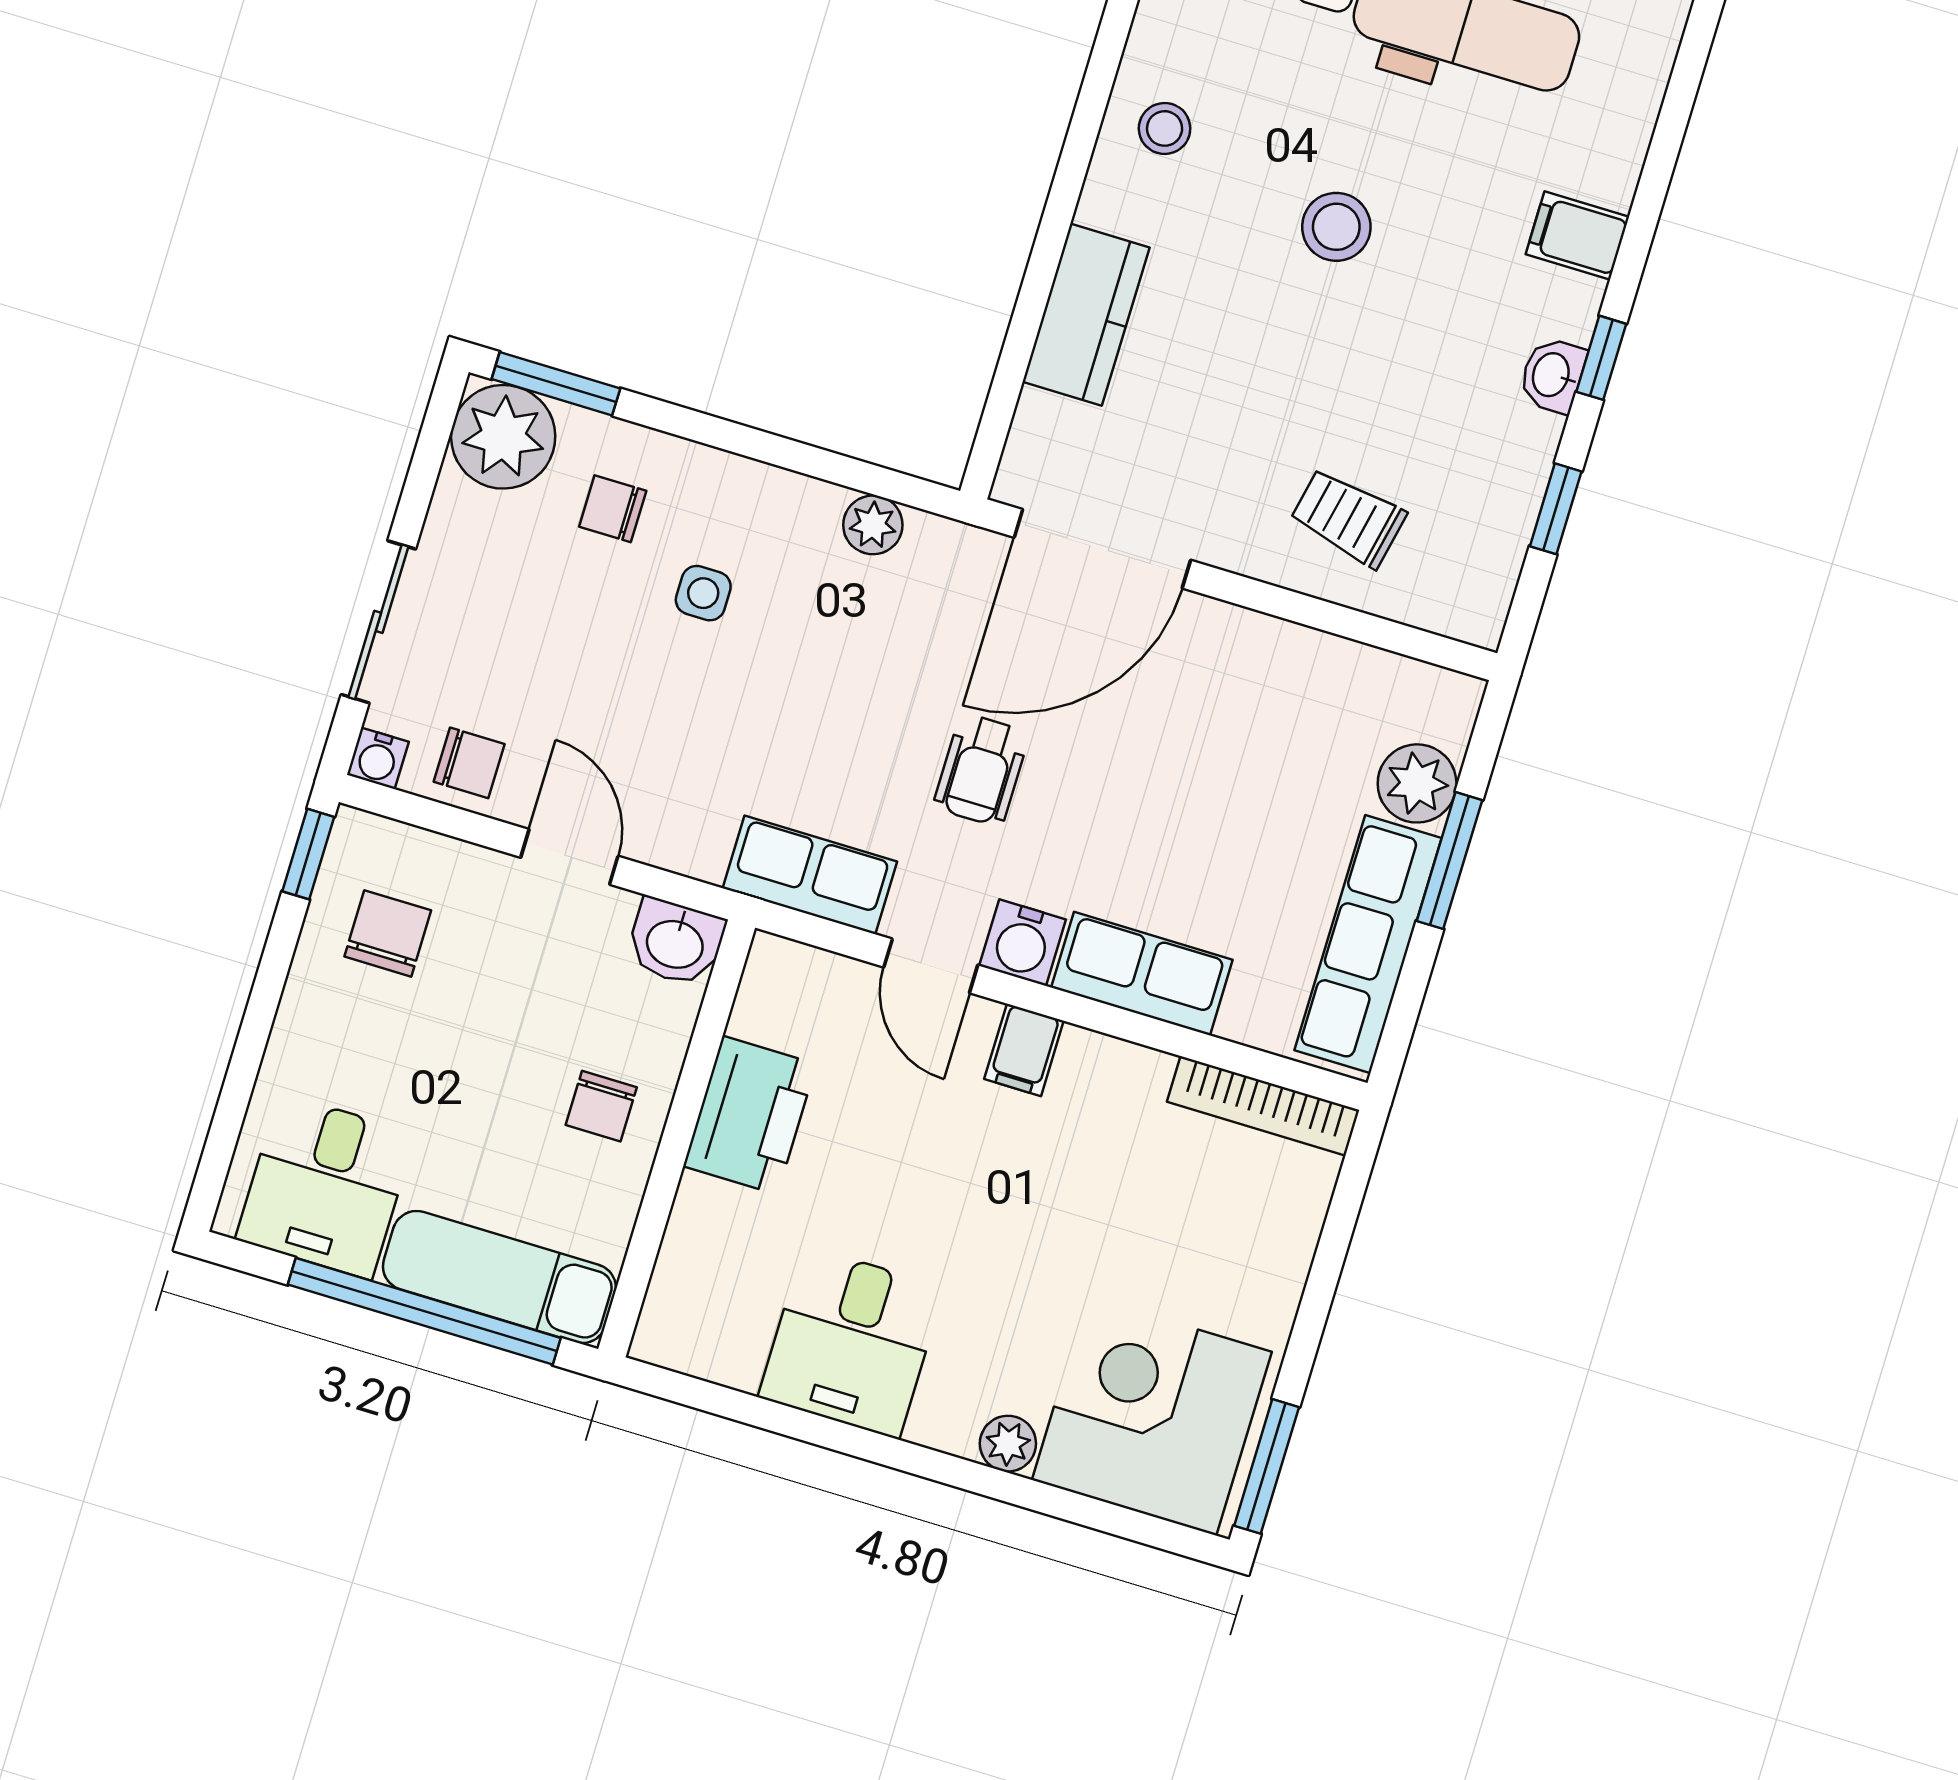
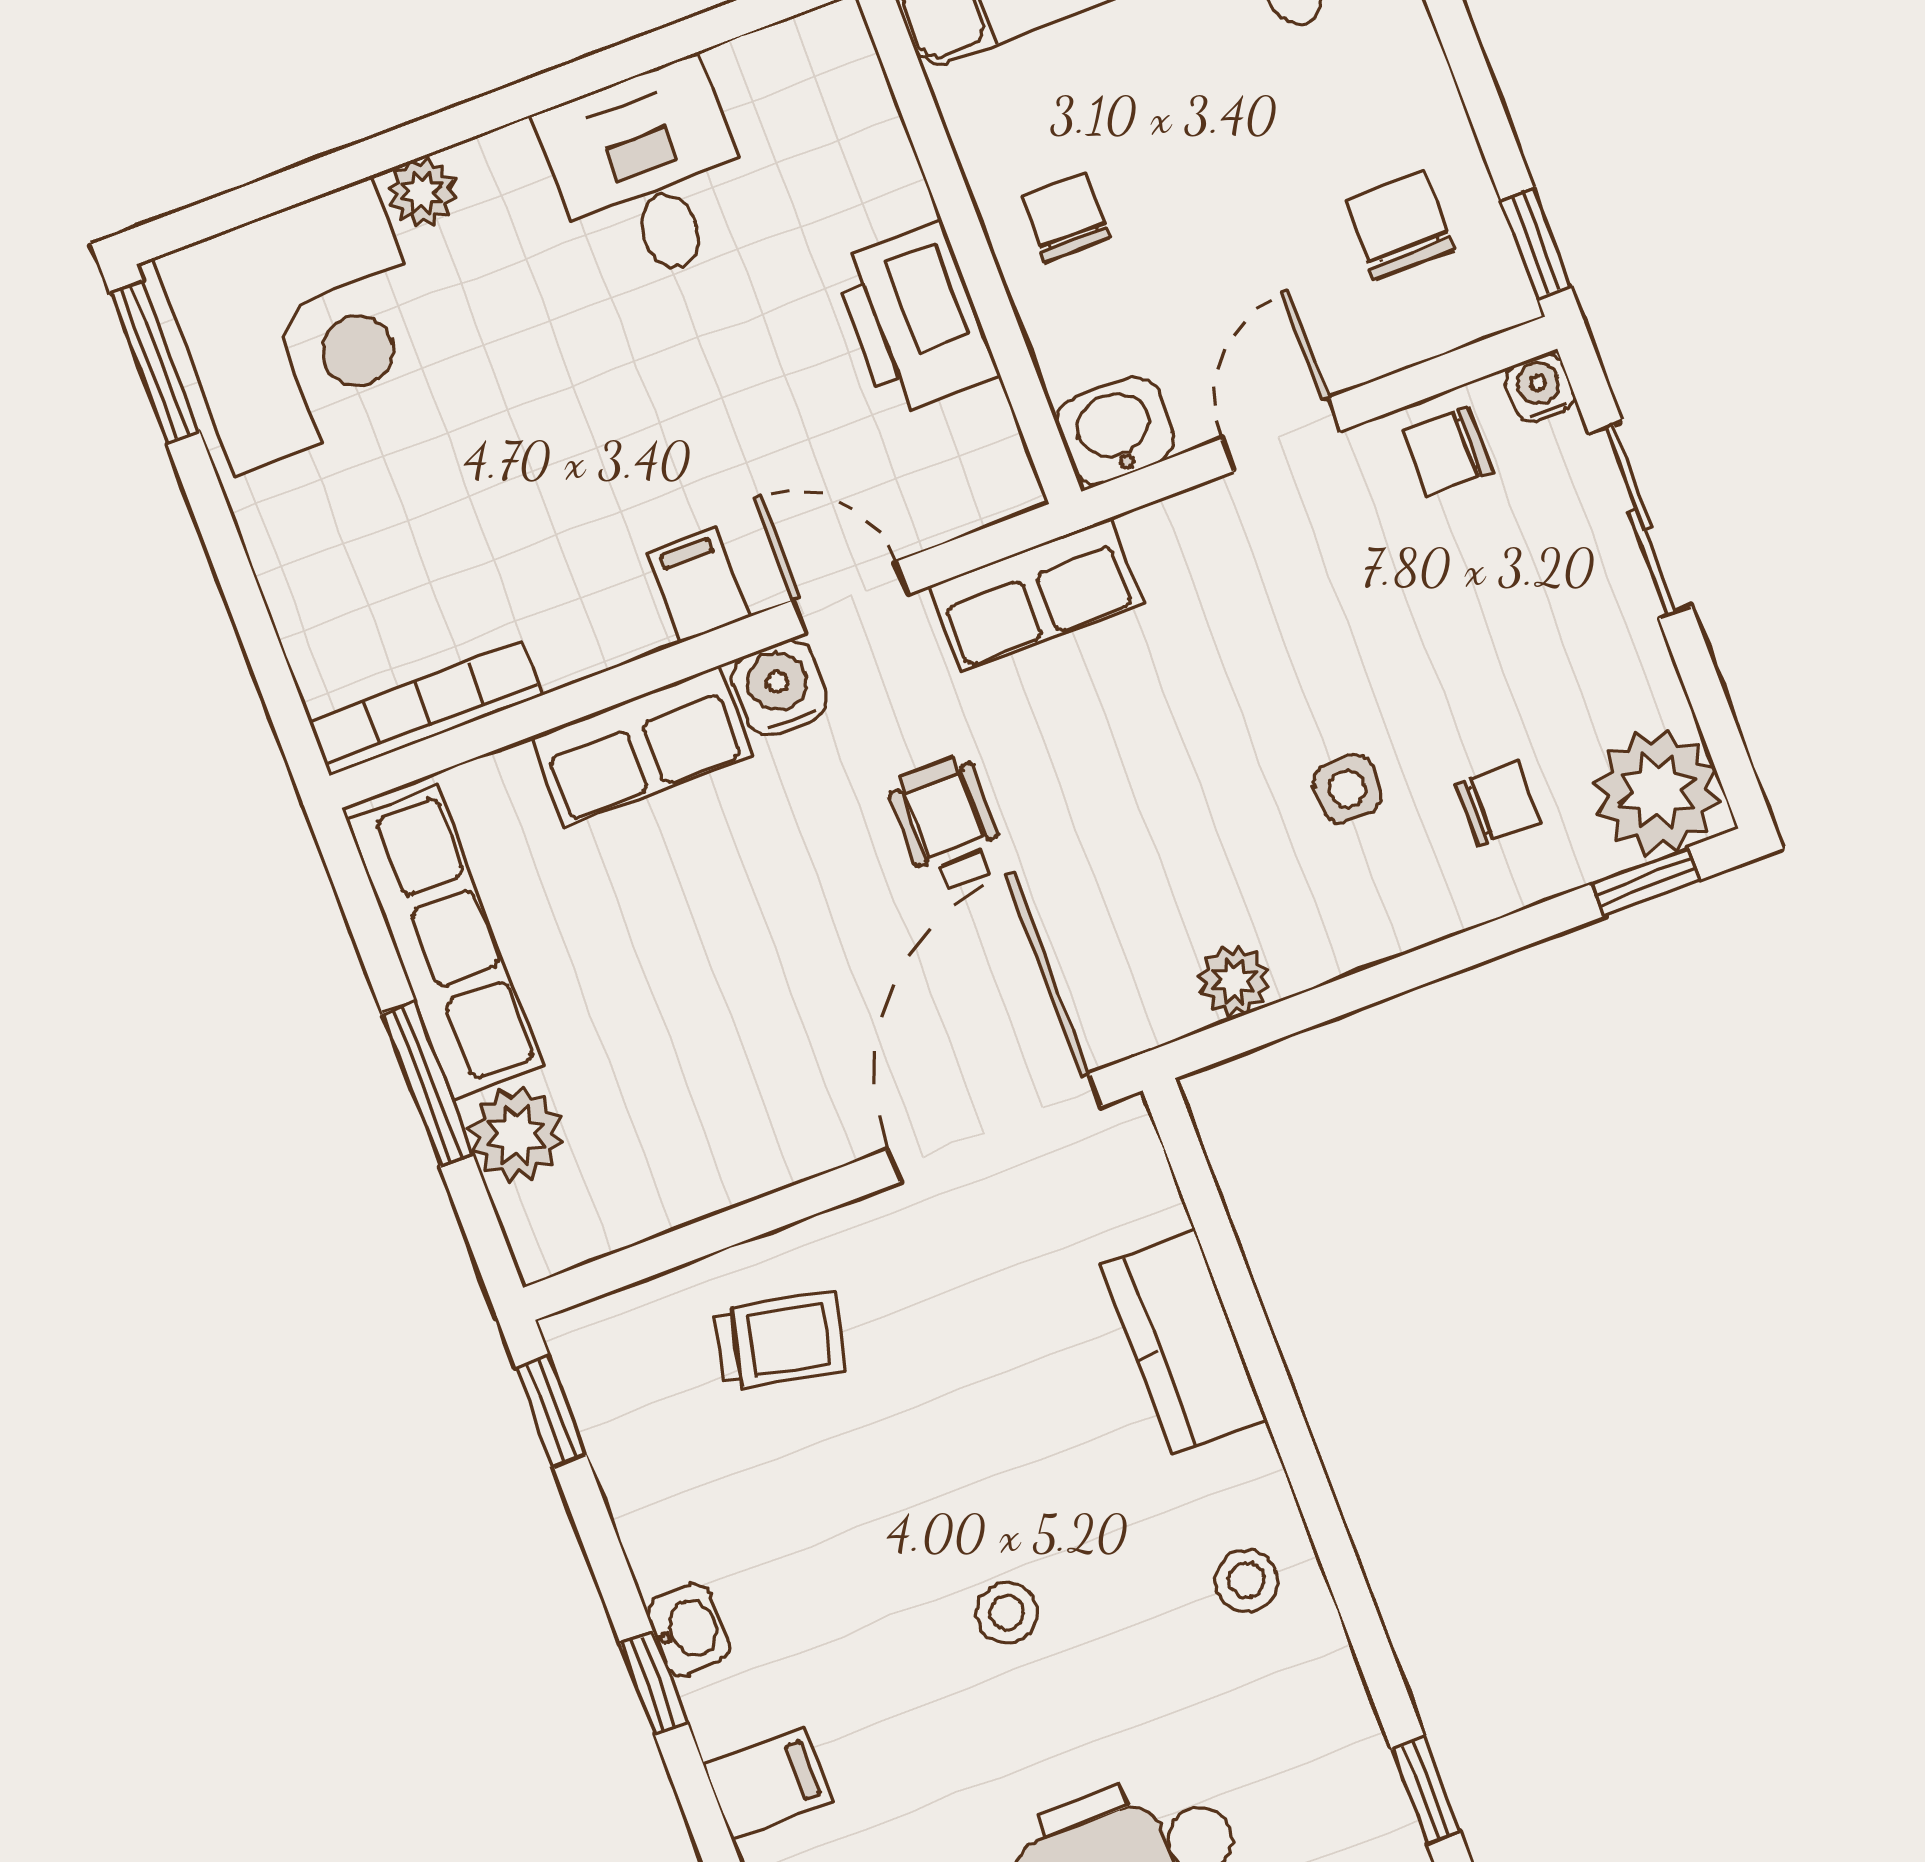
stool: (1336, 227) -> (1007, 1613), width x0.73, depth x0.73
window: (556, 384) -> (1645, 882), width x0.67
window: (1556, 509) -> (551, 1411), moved
door: (569, 857) -> (1281, 435), swing flipped
chair: (388, 933) -> (1400, 226), turned 180

